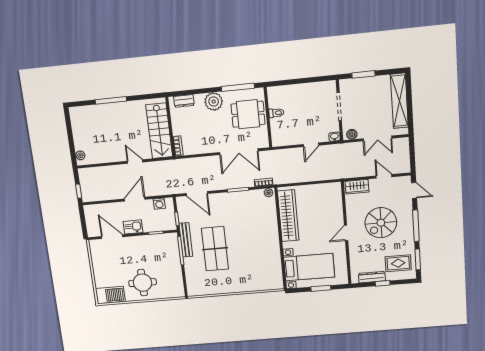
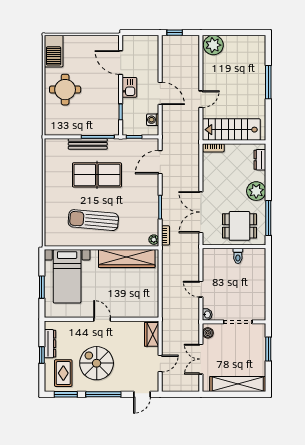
dining table: (248, 114) -> (239, 226), turned 90
plant: (80, 155) -> (213, 45), width x1.88, depth x1.88
spiral stairs: (381, 223) -> (97, 363), moved
door: (112, 237) -> (121, 63), swing flipped
bench: (186, 240) -> (88, 144), moved
sun lounger: (256, 248) -> (93, 220), added

